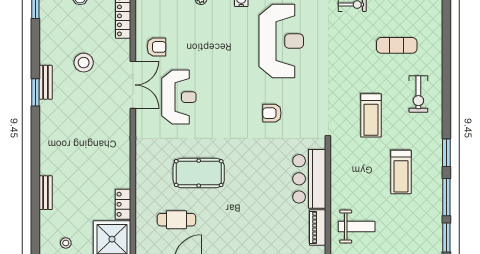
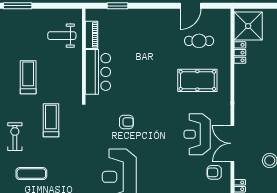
pool table: (199, 173) -> (197, 80), moved

